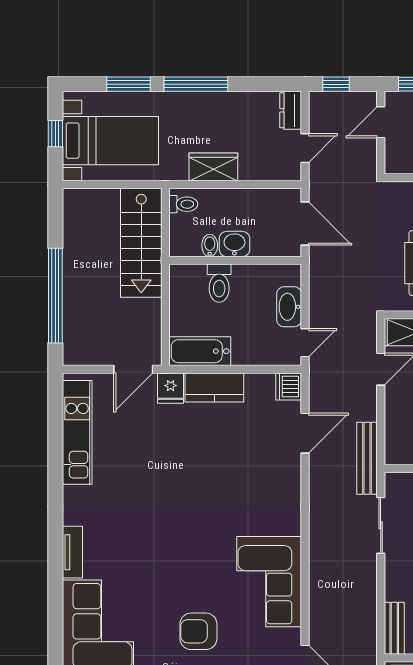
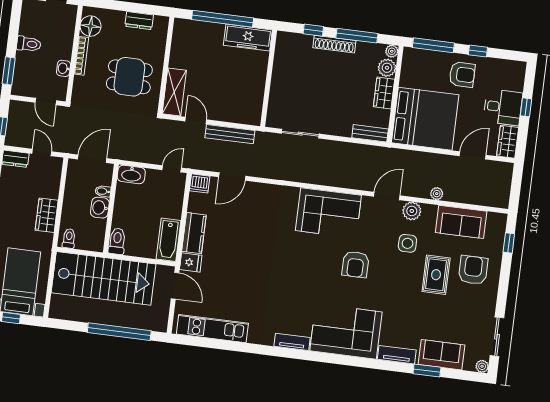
door: (381, 122) -> (46, 102), moved
stairs: (141, 243) -> (104, 278), width x1.36, depth x1.51
bidet: (210, 246) -> (103, 191), moved
toilet: (219, 283) -> (117, 241), moved, turned -90
washbasin: (289, 307) -> (131, 174), moved
door: (305, 343) -> (172, 169), hinge flipped
door: (305, 433) -> (232, 176), swing flipped
bench: (367, 458) -> (230, 134), moved

